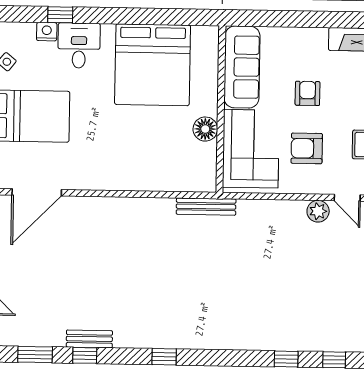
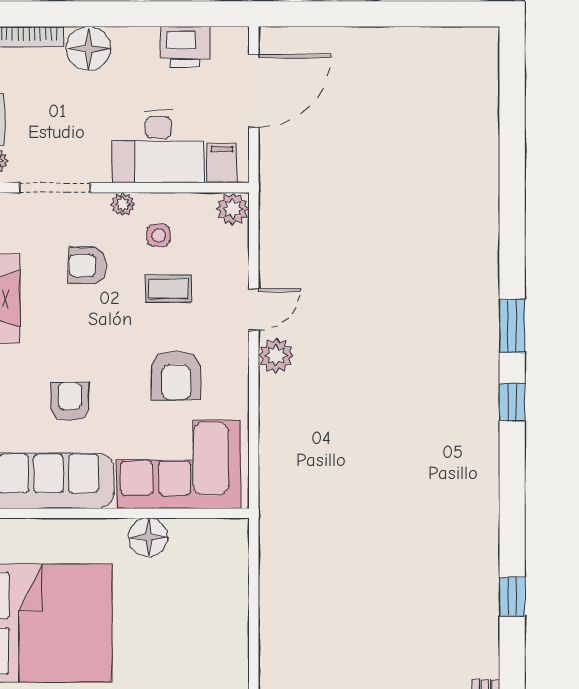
armchair: (308, 93) -> (70, 401), moved, turned 90
bench: (206, 207) -> (272, 534), removed
window: (334, 360) -> (512, 326), width x1.50

